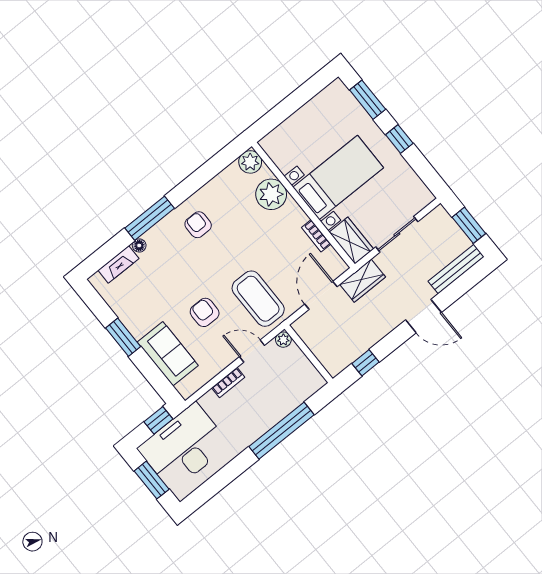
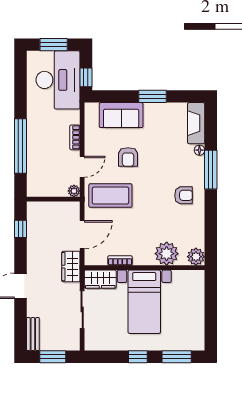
fireplace: (118, 264) -> (196, 123), width x1.37, depth x1.32
bench: (456, 269) -> (33, 334), width x0.73
door: (321, 295) -> (82, 235), hinge flipped
armchair: (205, 312) -> (128, 157), turned 90

